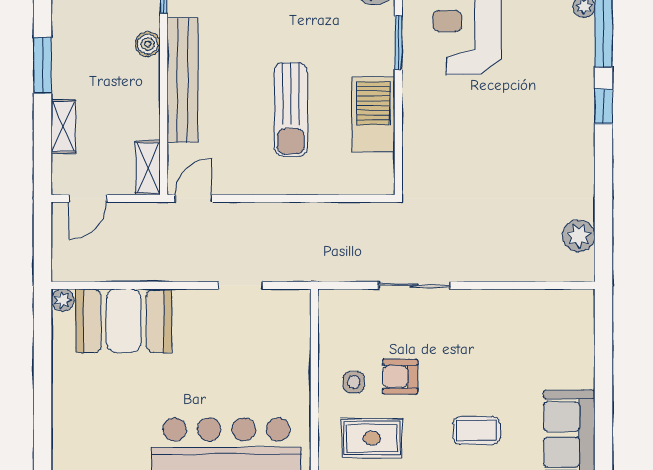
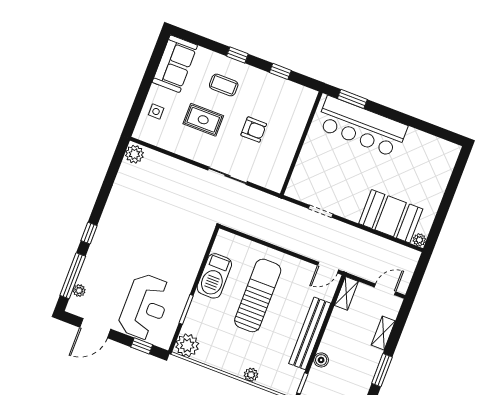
sun lounger: (291, 110) -> (258, 295), width x1.36, depth x1.34
plant: (579, 236) -> (134, 154), moved
side table: (354, 382) -> (156, 111), moved
rug: (372, 438) -> (203, 120), moved

